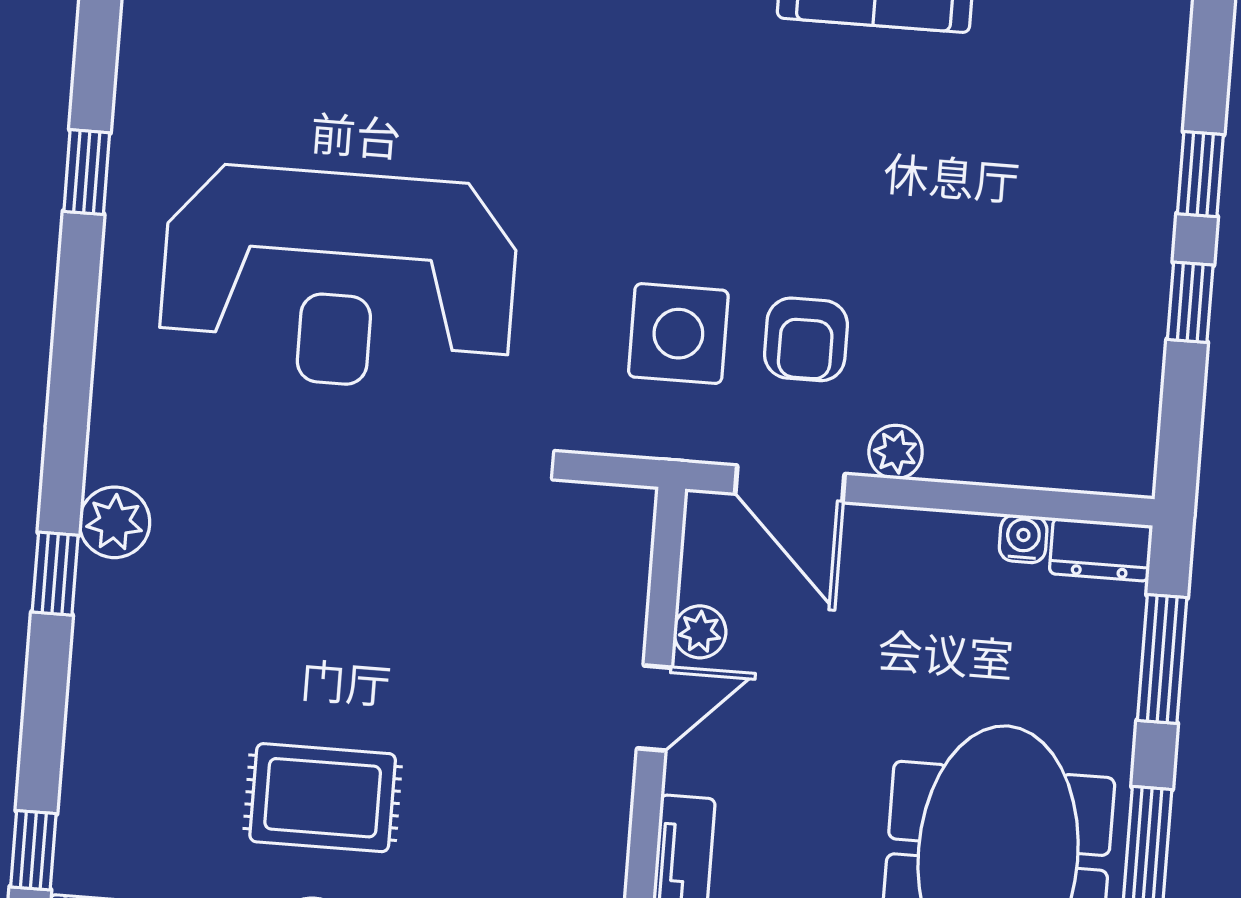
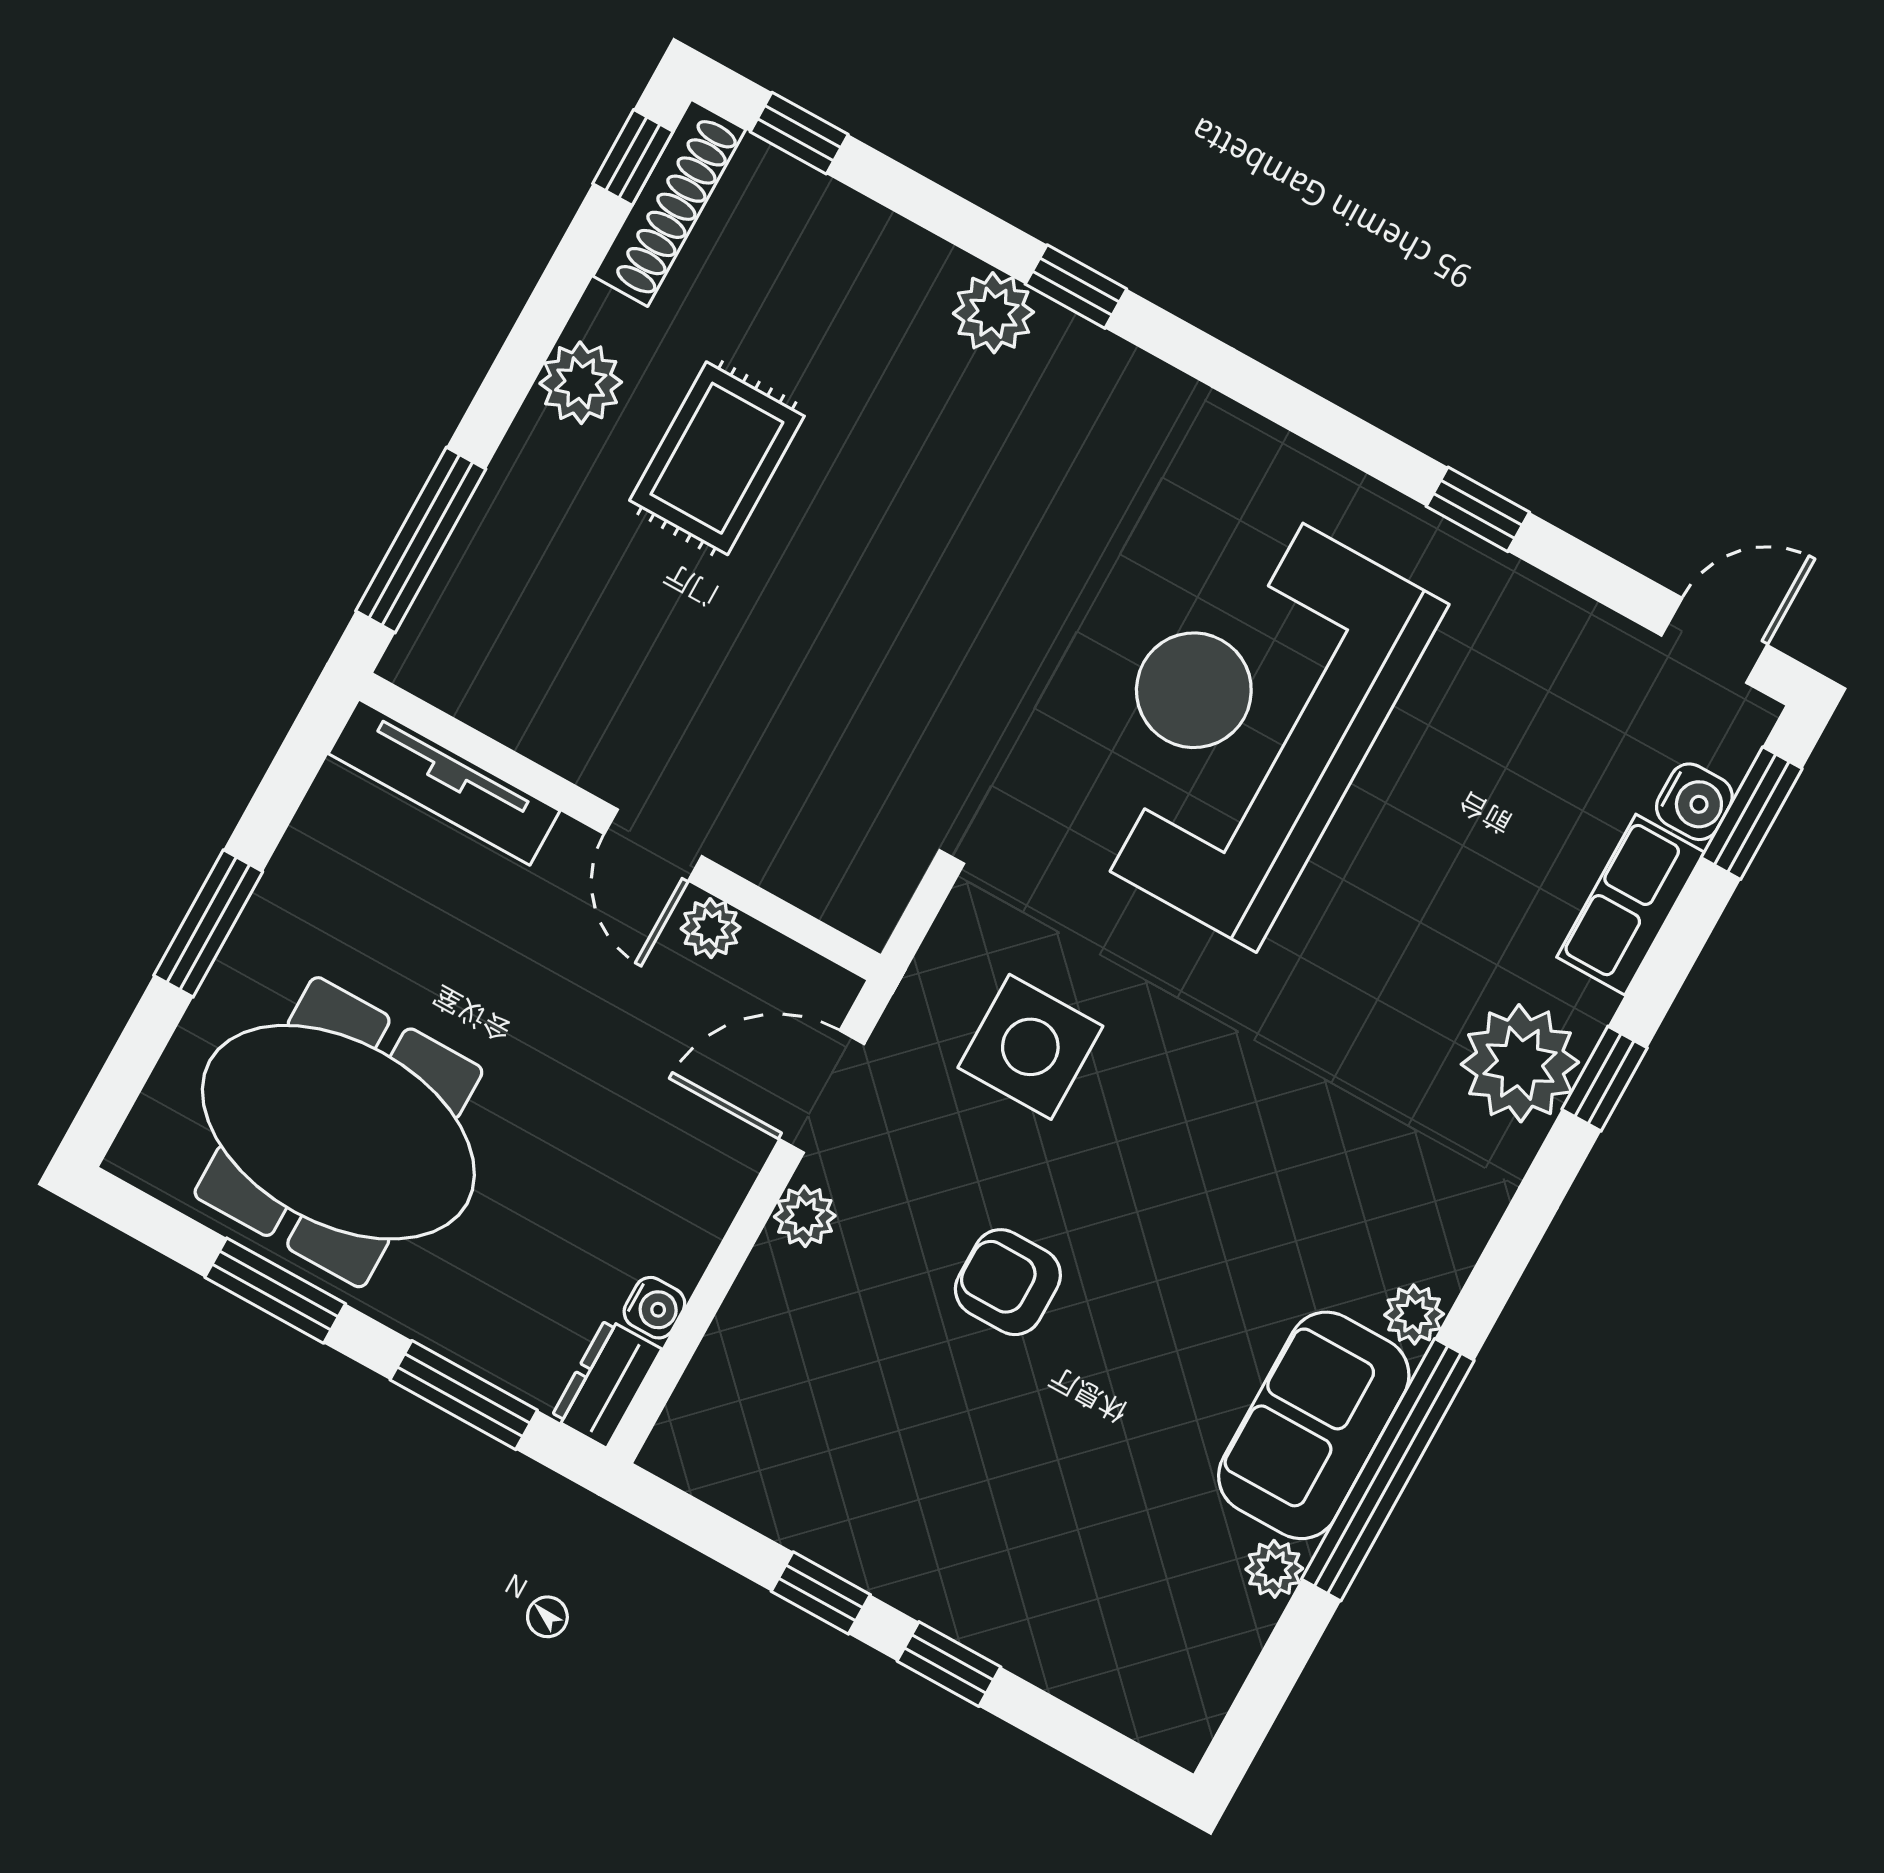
armchair: (806, 339) -> (1008, 1282), moved
plant: (114, 522) -> (993, 313), moved

